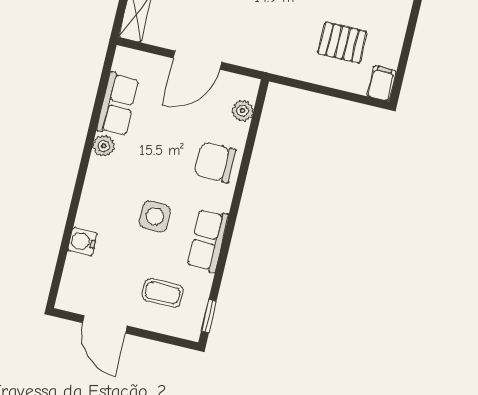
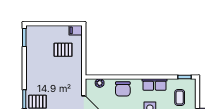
pallet: (342, 43) -> (63, 50), turned 90

